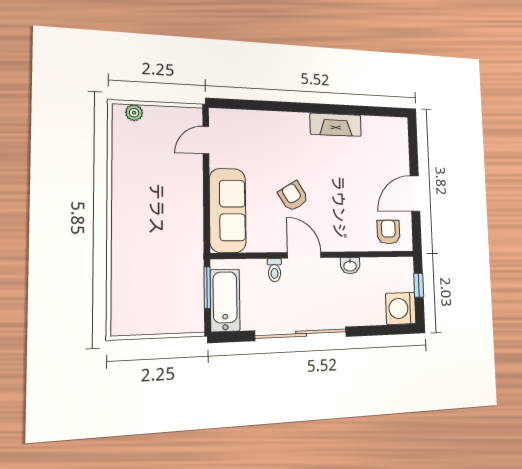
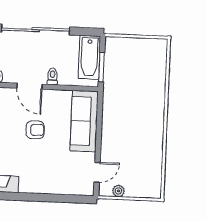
plant: (134, 113) -> (118, 191), moved
armchair: (293, 196) -> (35, 130), turned -60

